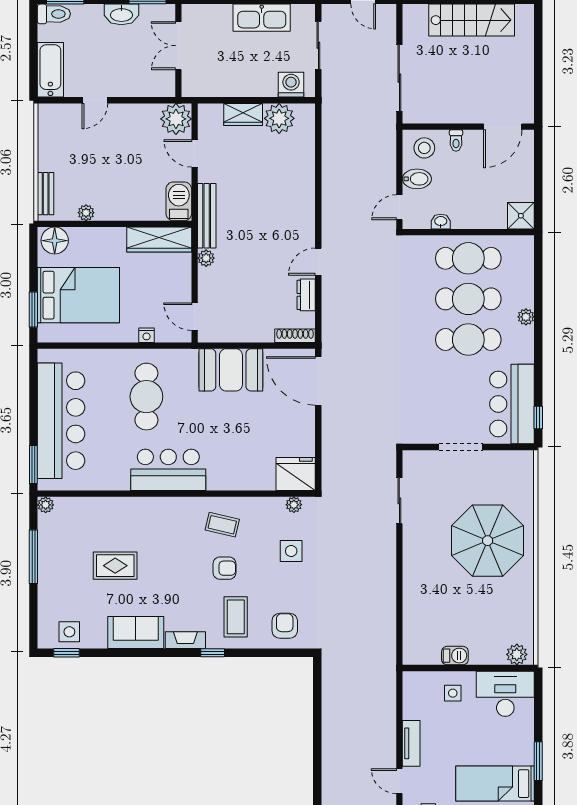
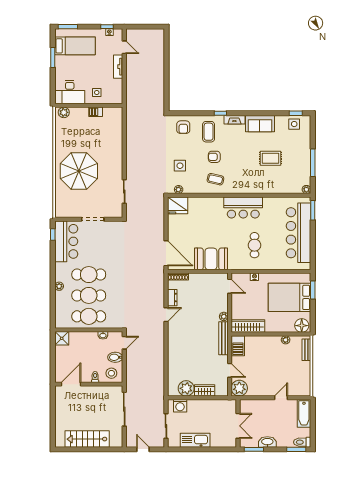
cafe table: (146, 397) -> (254, 245), width x0.73, depth x0.74

